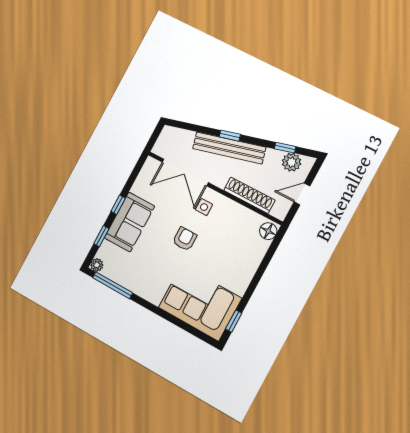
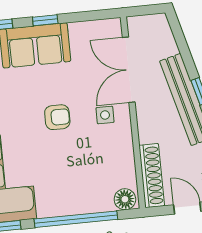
shoe rack: (249, 195) -> (152, 176), moved
window: (260, 272) -> (76, 219), added

